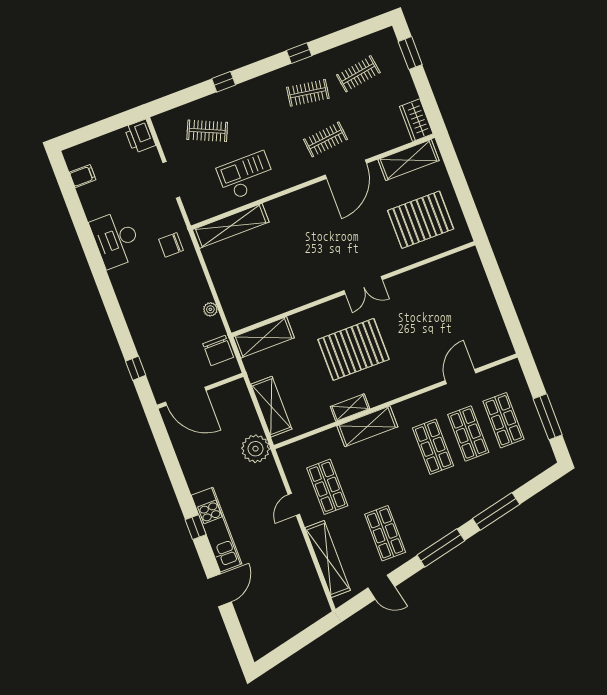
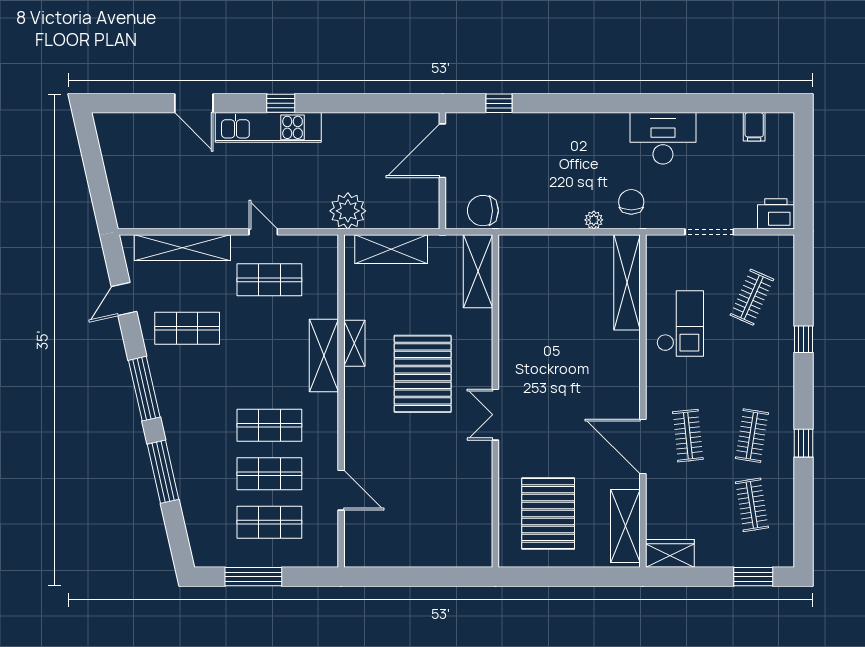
plant: (210, 309) -> (594, 220), moved

